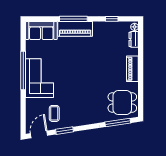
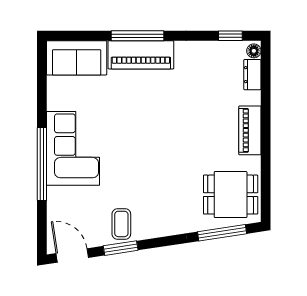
window: (112, 19) -> (230, 36), moved
window: (23, 70) -> (42, 164), moved
coffee table: (54, 113) -> (121, 224), moved
door: (39, 134) -> (72, 255), hinge flipped

